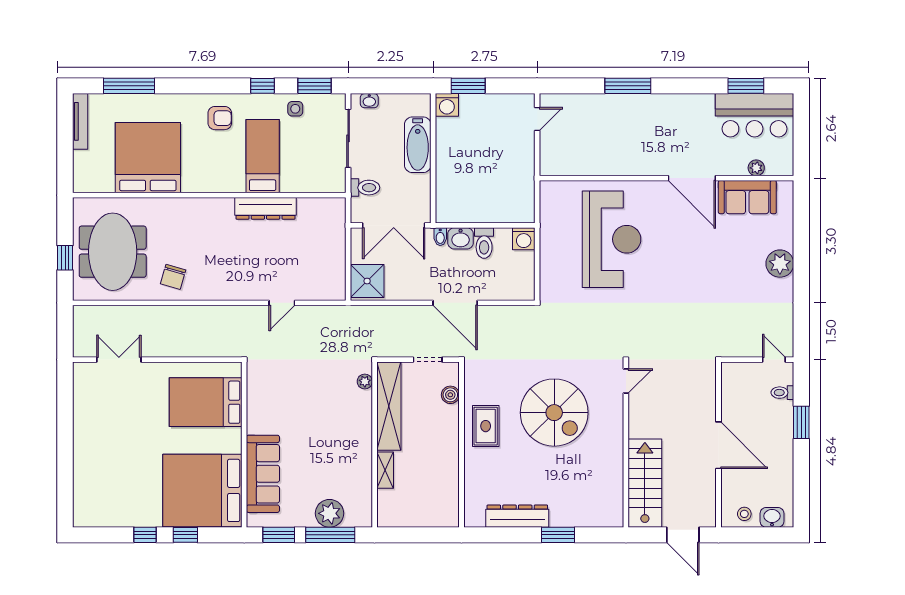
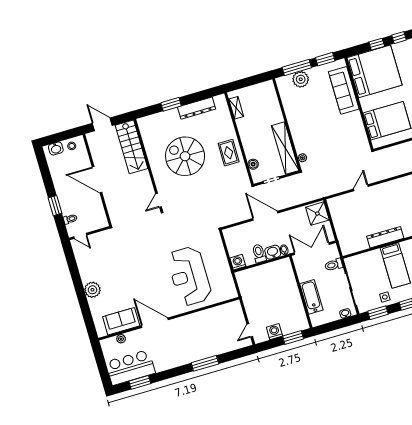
washing machine: (447, 105) -> (274, 332), moved
spiral stairs: (554, 413) -> (185, 156), moved
shelving: (385, 470) -> (236, 108), moved

